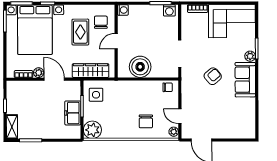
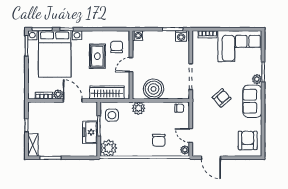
plant: (124, 87) -> (139, 108), added
armchair: (240, 121) -> (248, 140), added

